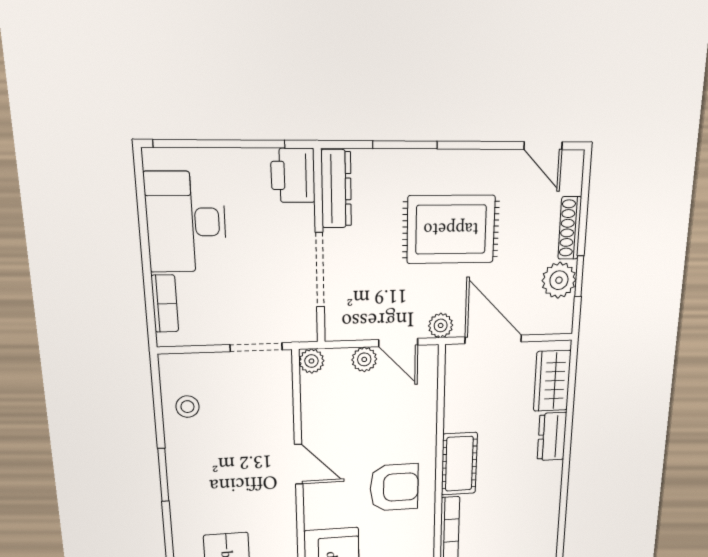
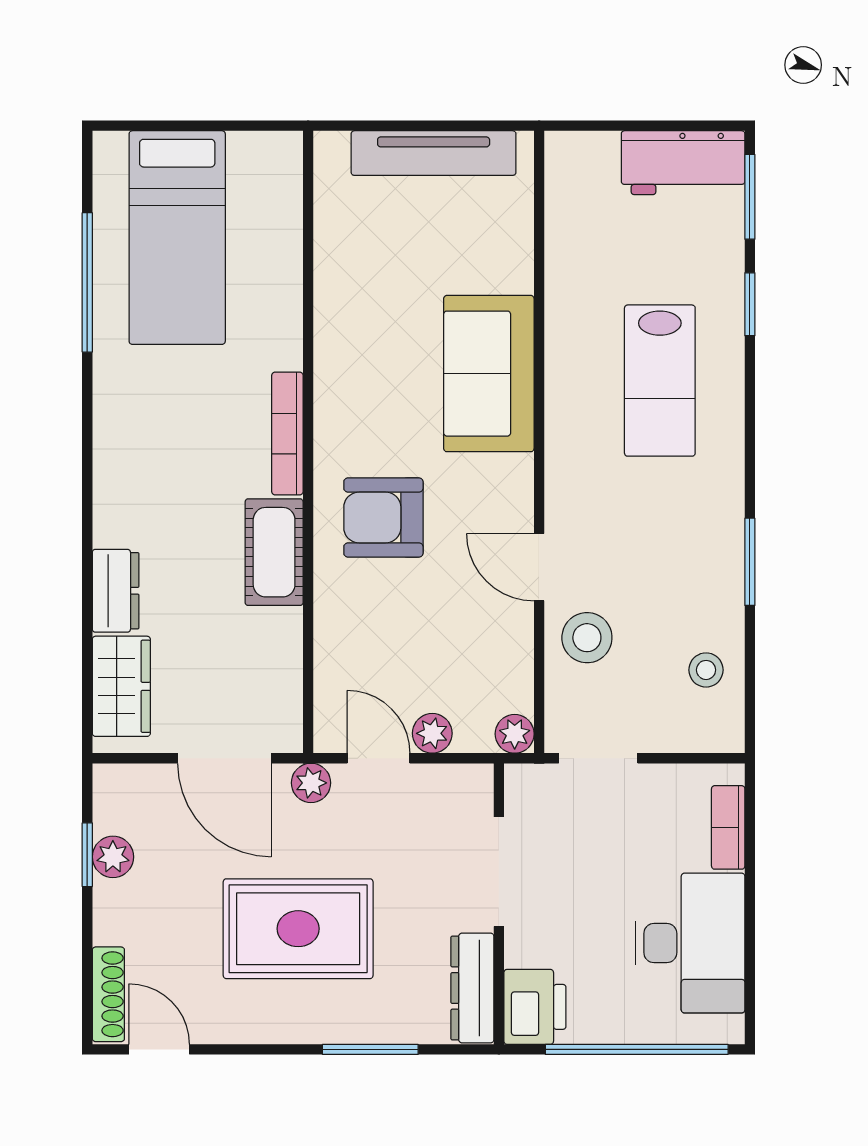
shoe rack: (570, 228) -> (108, 994), moved
plant: (559, 280) -> (113, 857), width x0.73, depth x0.73
stool: (267, 423) -> (587, 638), added

